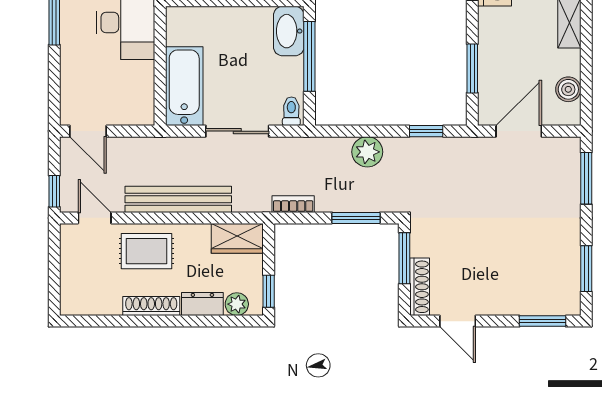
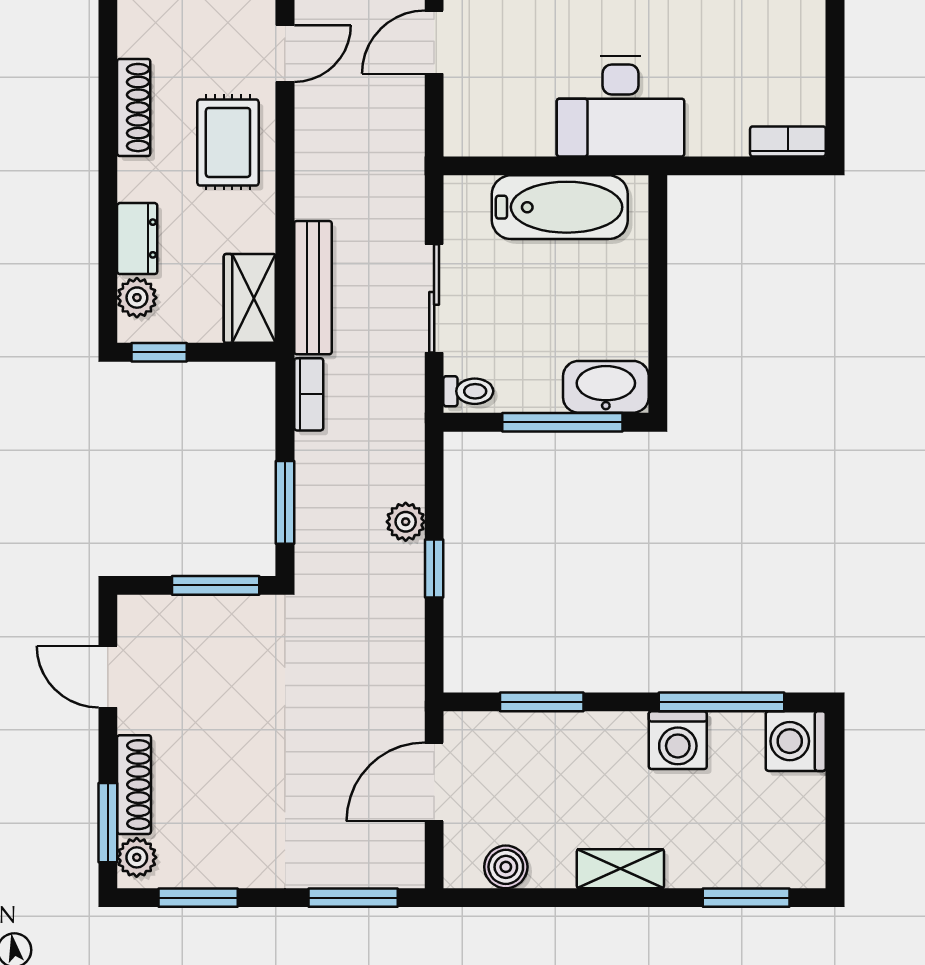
bathtub: (184, 86) -> (560, 207), moved
window: (426, 131) -> (434, 568), moved
door: (519, 131) -> (434, 782), swing flipped
plant: (367, 152) -> (406, 522), width x0.73, depth x0.73
bench: (178, 199) -> (313, 288), moved, width x0.73, depth x0.82
shoe rack: (420, 287) -> (134, 785), moved, turned -90
plant: (563, 304) -> (137, 857), added
shoe rack: (151, 306) -> (134, 108), moved
door: (458, 321) -> (108, 677), hinge flipped

